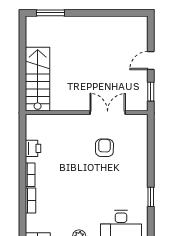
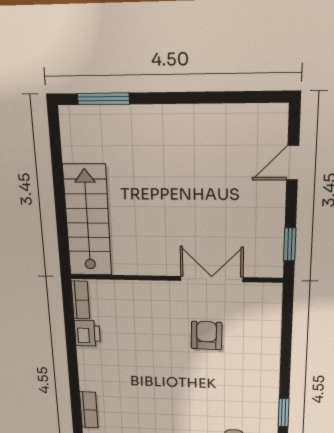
door: (151, 61) -> (293, 163), moved
bookcase: (30, 175) -> (80, 300), moved

